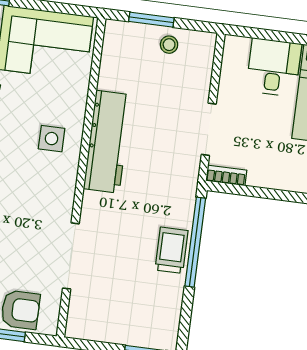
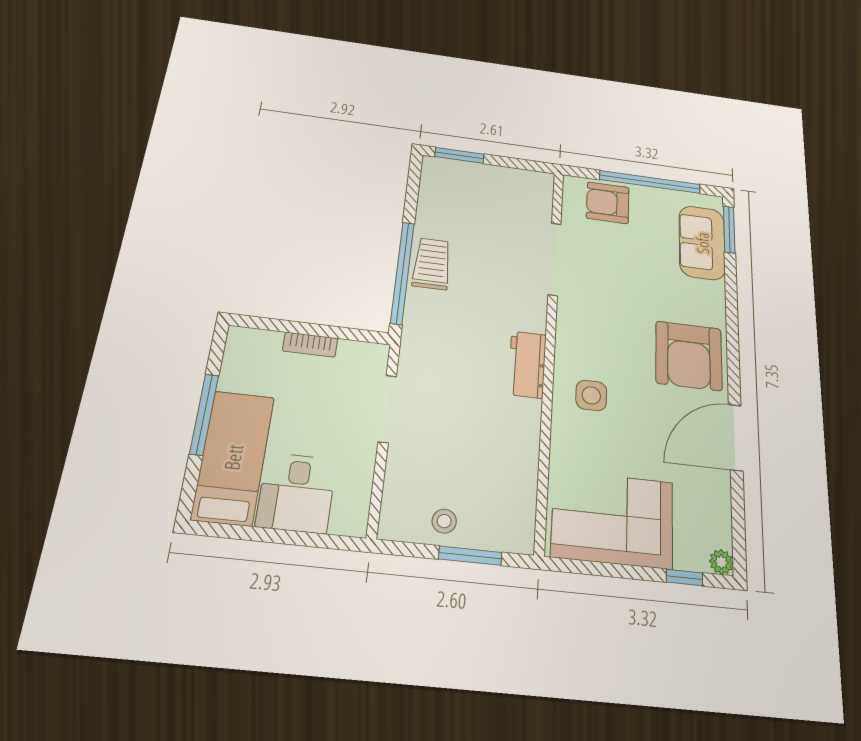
workbench: (107, 142) -> (527, 364), width x0.53, depth x0.76
bookcase: (226, 175) -> (310, 345), moved
trolley: (172, 250) -> (432, 264), turned 180

